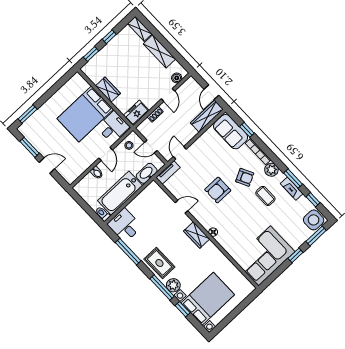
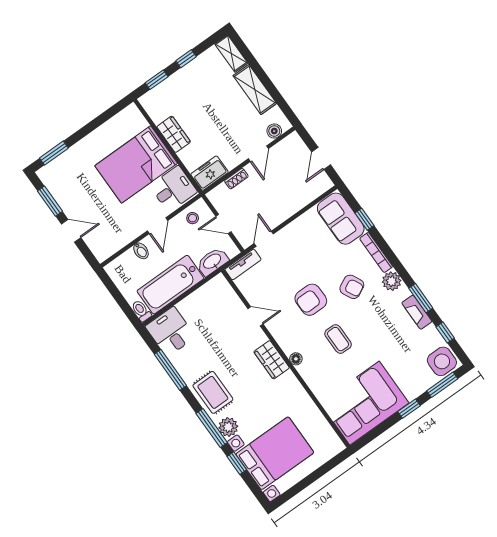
wardrobe: (207, 116) -> (310, 192), removed
coffee table: (265, 196) -> (338, 339), moved

